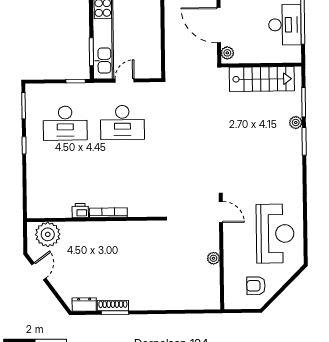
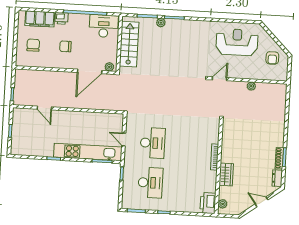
desk: (285, 25) -> (104, 26), moved
printer: (80, 211) -> (208, 203), moved, width x1.87, depth x1.48
wardrobe: (84, 231) -> (226, 174), added
plant: (48, 234) -> (223, 204), width x0.53, depth x0.53
door: (39, 271) -> (262, 202), moved

